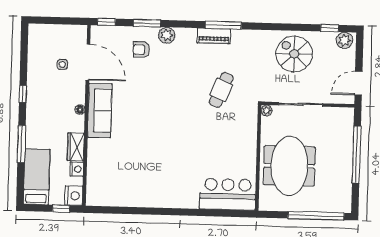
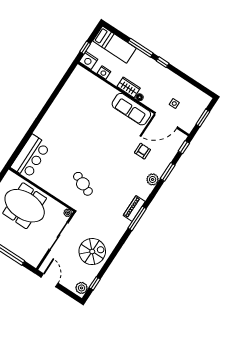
window: (59, 21) -> (203, 118), added
armchair: (141, 50) -> (143, 151), moved
cafe table: (221, 90) -> (83, 184), moved
window: (23, 94) -> (163, 62), moved
wardrobe: (76, 147) -> (129, 87), moved

